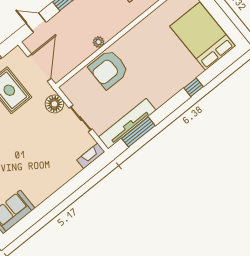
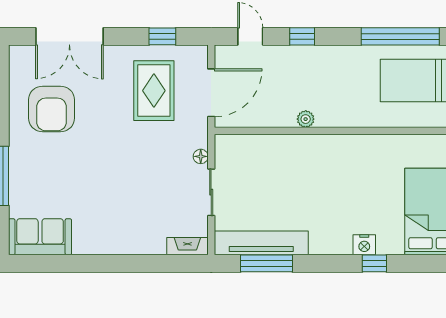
armchair: (109, 69) -> (291, 161), removed
nightstand: (181, 82) -> (364, 245), added
floor lamp: (54, 104) -> (201, 156), width x0.53, depth x0.53

